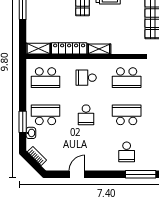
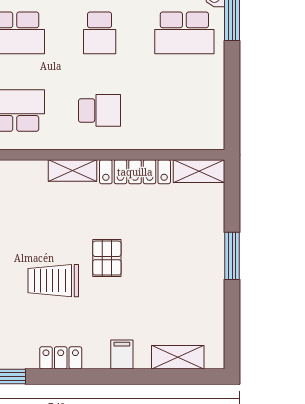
school desk: (46, 78) -> (184, 110), removed
school desk: (86, 115) -> (100, 33), turned 180

